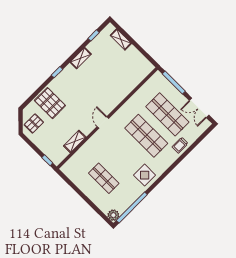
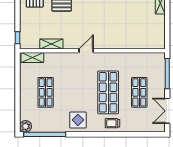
shop shelf: (167, 114) -> (139, 92), width x0.70, depth x0.74
trolley: (180, 145) -> (112, 123), moved
shelving: (71, 164) -> (32, 58), added

